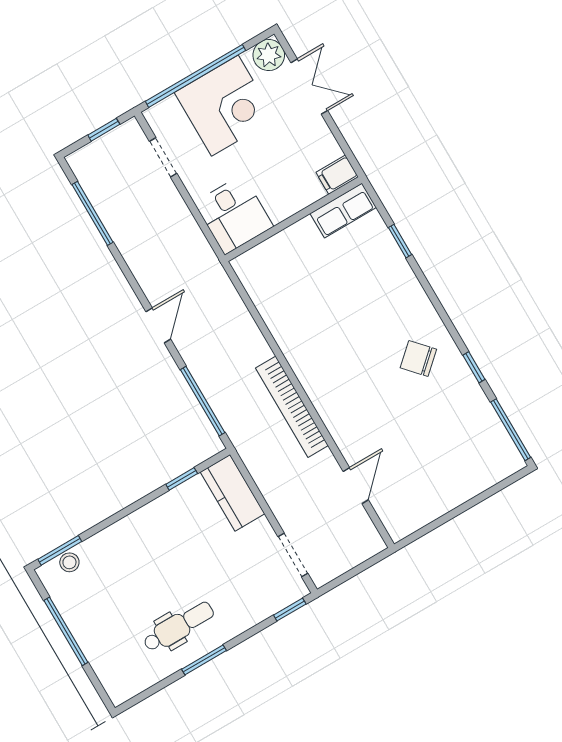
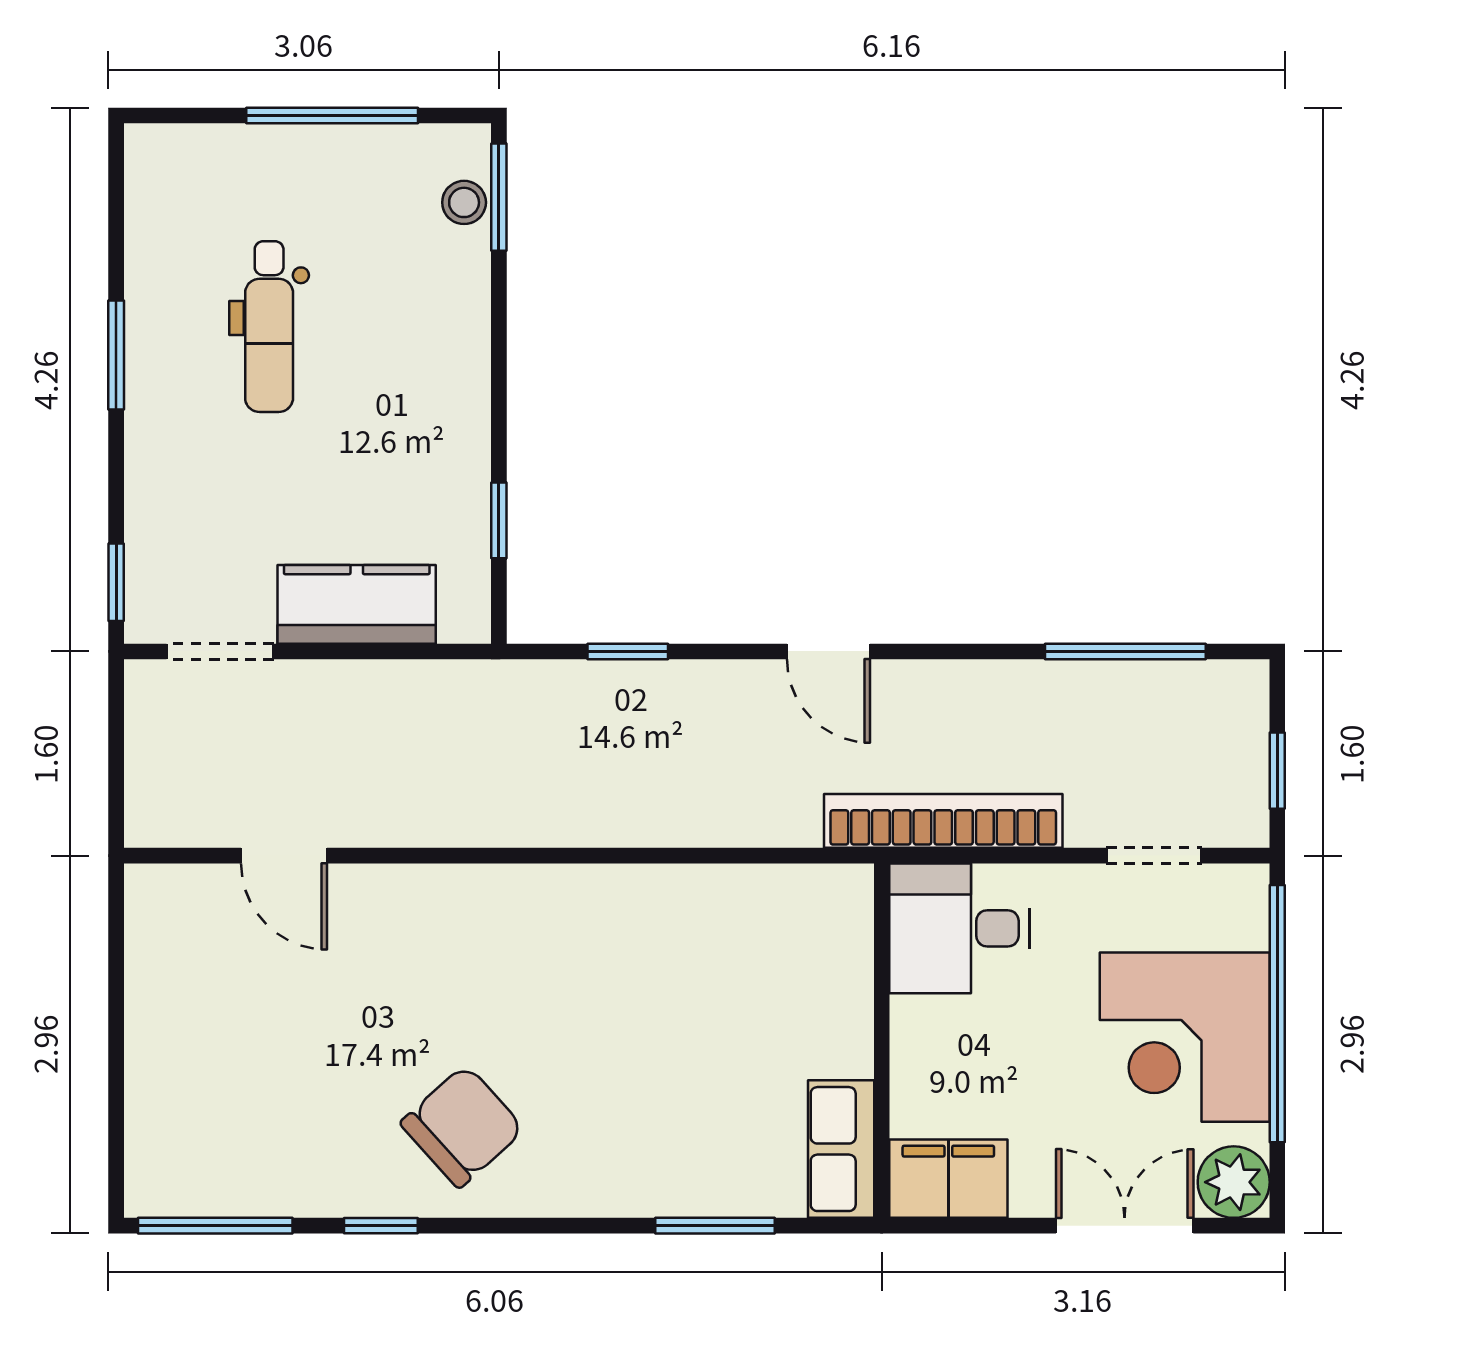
double door: (309, 87) -> (1125, 1226), swing flipped
filing cabinet: (337, 175) -> (948, 1179), width x2.00
window: (400, 241) -> (715, 1226), width x1.50
chair: (418, 358) -> (462, 1126), width x1.37, depth x1.37
window: (203, 401) -> (628, 651), width x0.46
bookcase: (292, 407) -> (943, 821), moved
kitchen counter: (233, 493) -> (357, 604), moved
dental chair: (178, 627) -> (269, 327), moved

